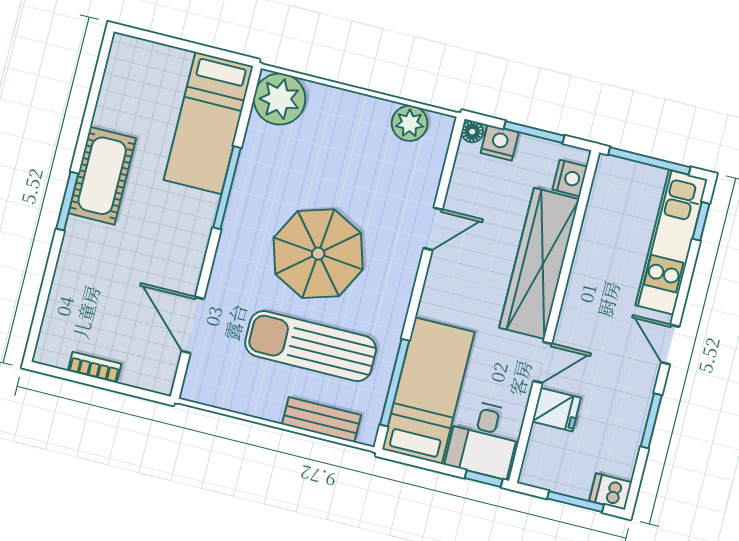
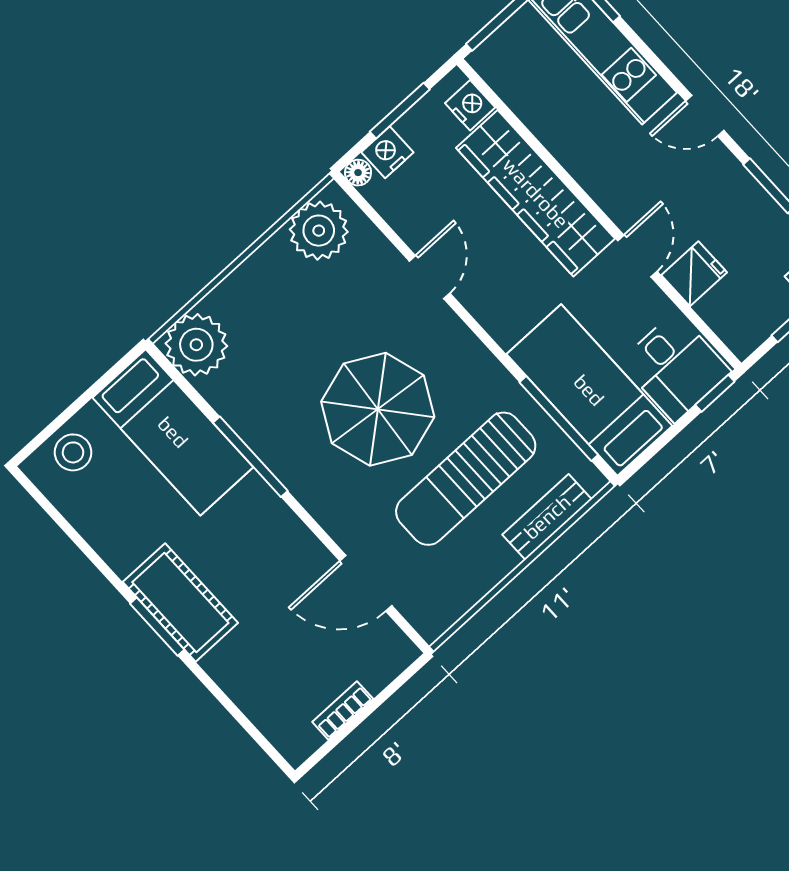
stool: (149, 63) -> (73, 452), added
plant: (410, 123) -> (319, 231), width x1.36, depth x1.36
cot: (102, 176) -> (180, 602), moved

